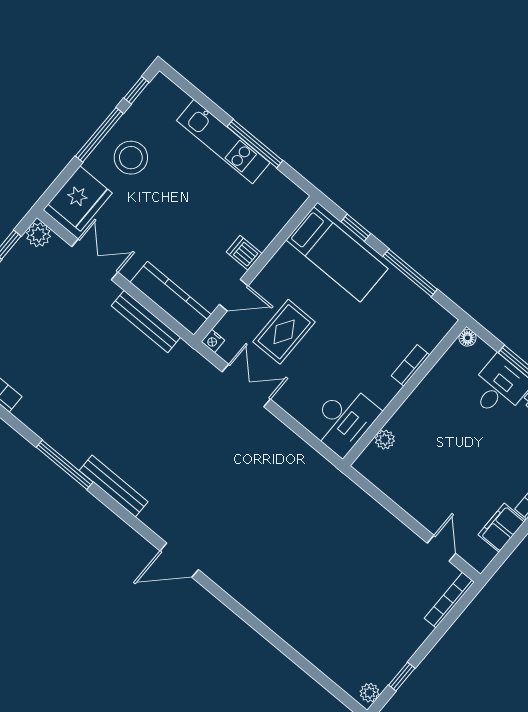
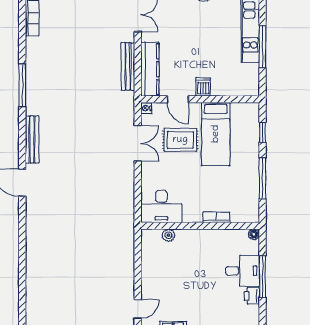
bed: (337, 254) -> (216, 134), moved
bench: (114, 486) -> (32, 139), moved

